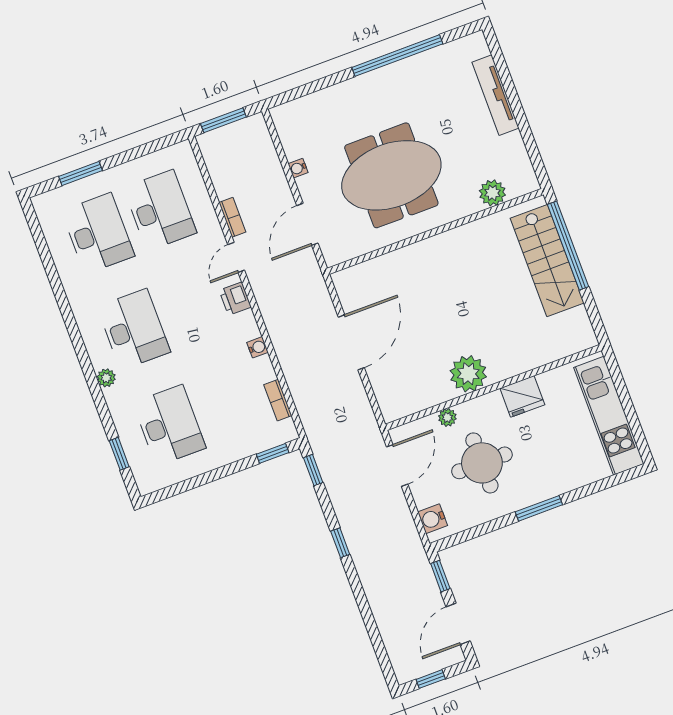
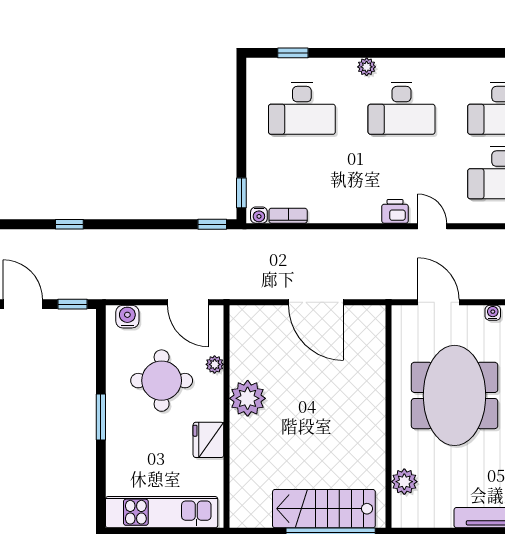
bookcase: (232, 217) -> (470, 236), removed
water cooler: (258, 347) -> (259, 215), moved
window: (340, 543) -> (69, 224), moved

